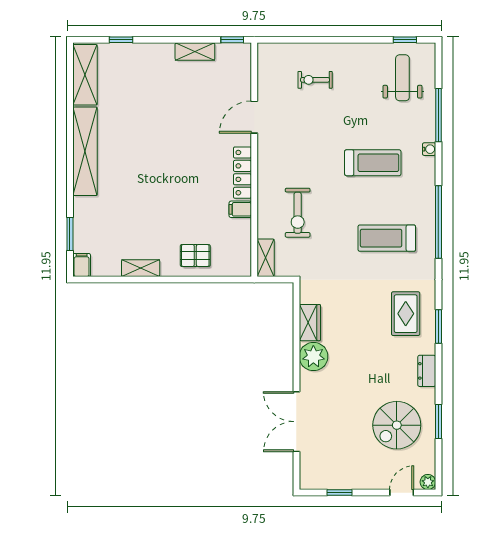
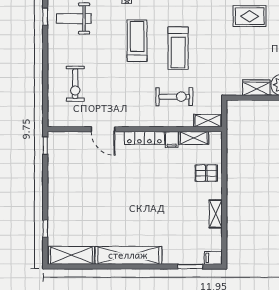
shelving: (195, 51) -> (194, 138), moved, turned 90
exercise bike: (315, 80) -> (75, 84), width x1.38, depth x1.39
treadmill: (387, 238) -> (178, 48), moved
pallet: (195, 255) -> (206, 173), turned 90

